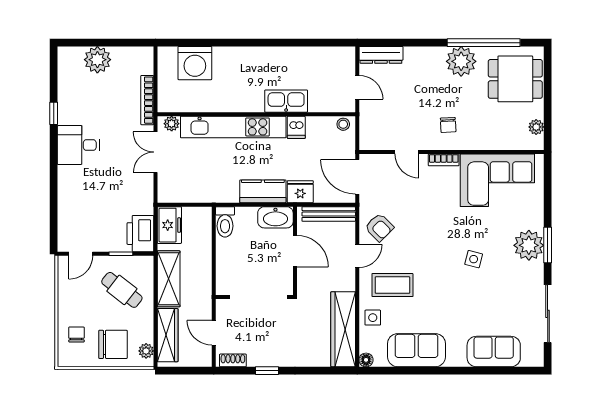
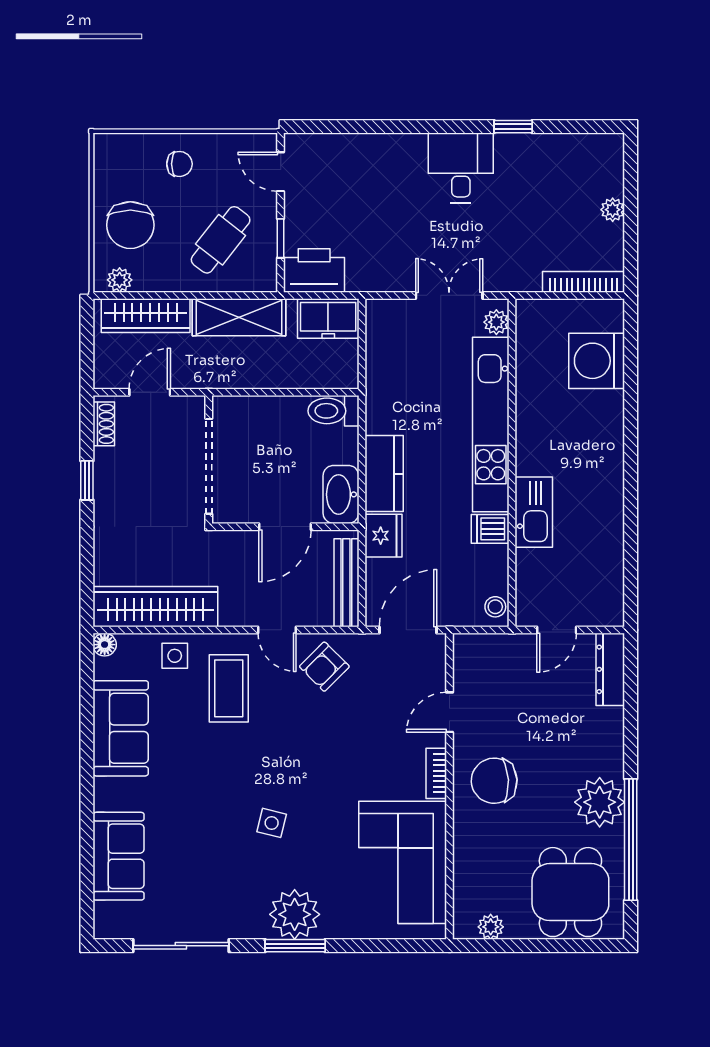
plant: (97, 60) -> (613, 210), width x0.53, depth x0.53
bookcase: (147, 100) -> (584, 282), moved
chair: (448, 125) -> (494, 781), width x1.87, depth x1.87
chair: (76, 335) -> (179, 164), moved

